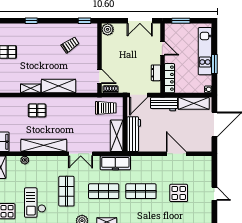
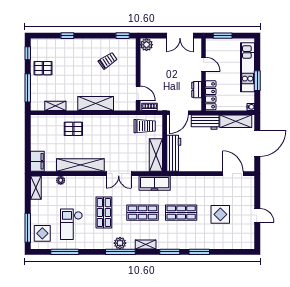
shelving: (31, 88) -> (55, 106), moved
door: (176, 154) -> (233, 174), moved

